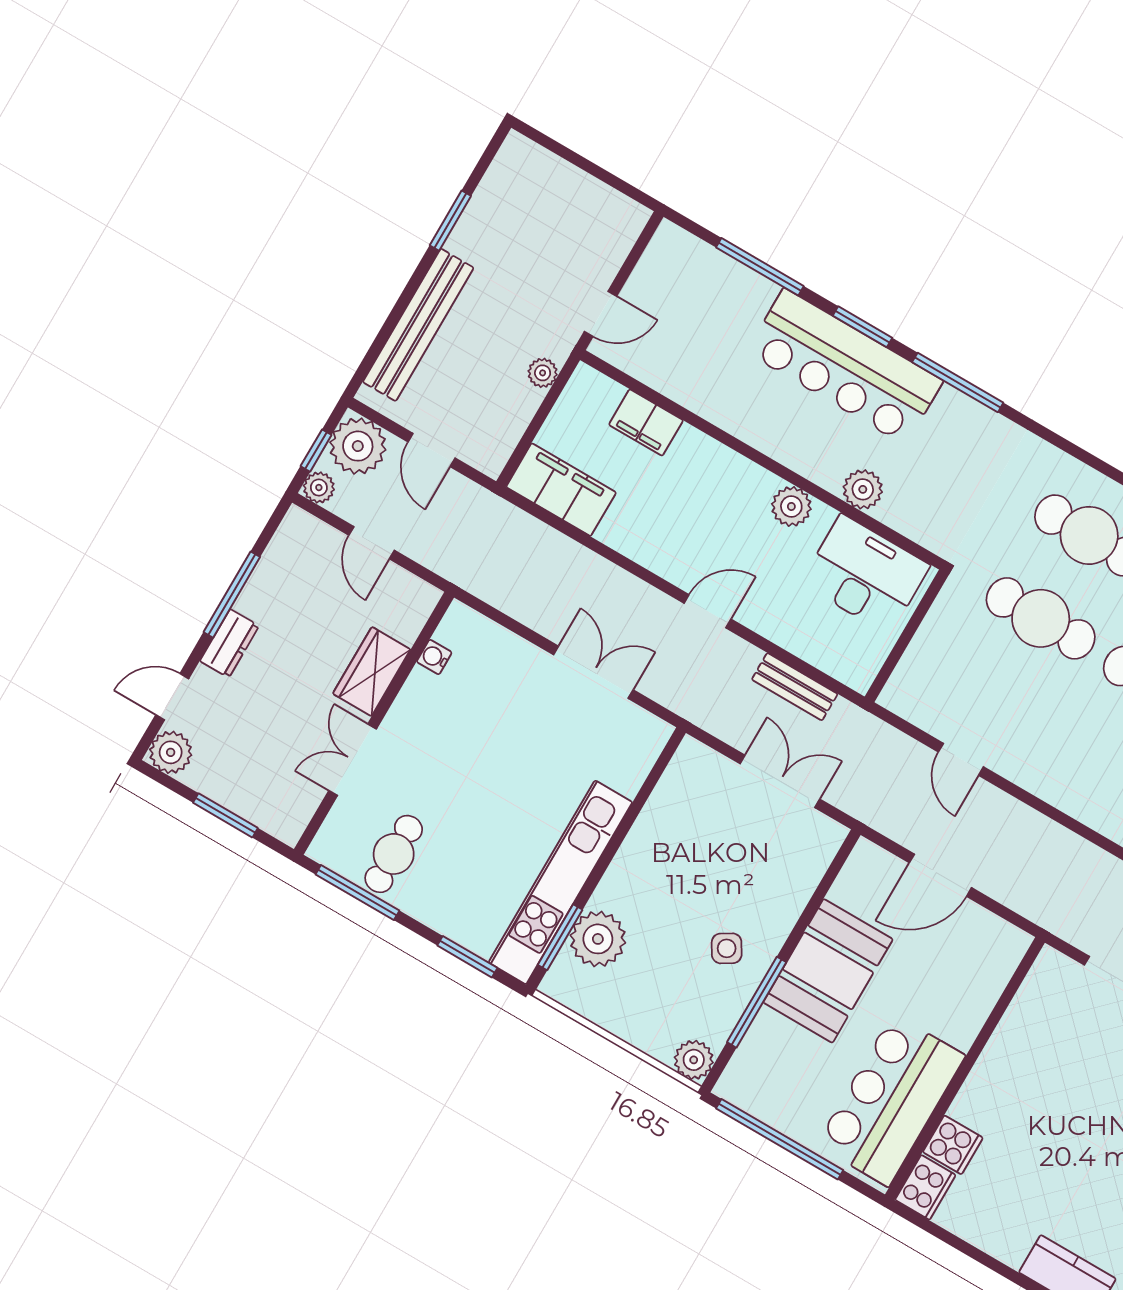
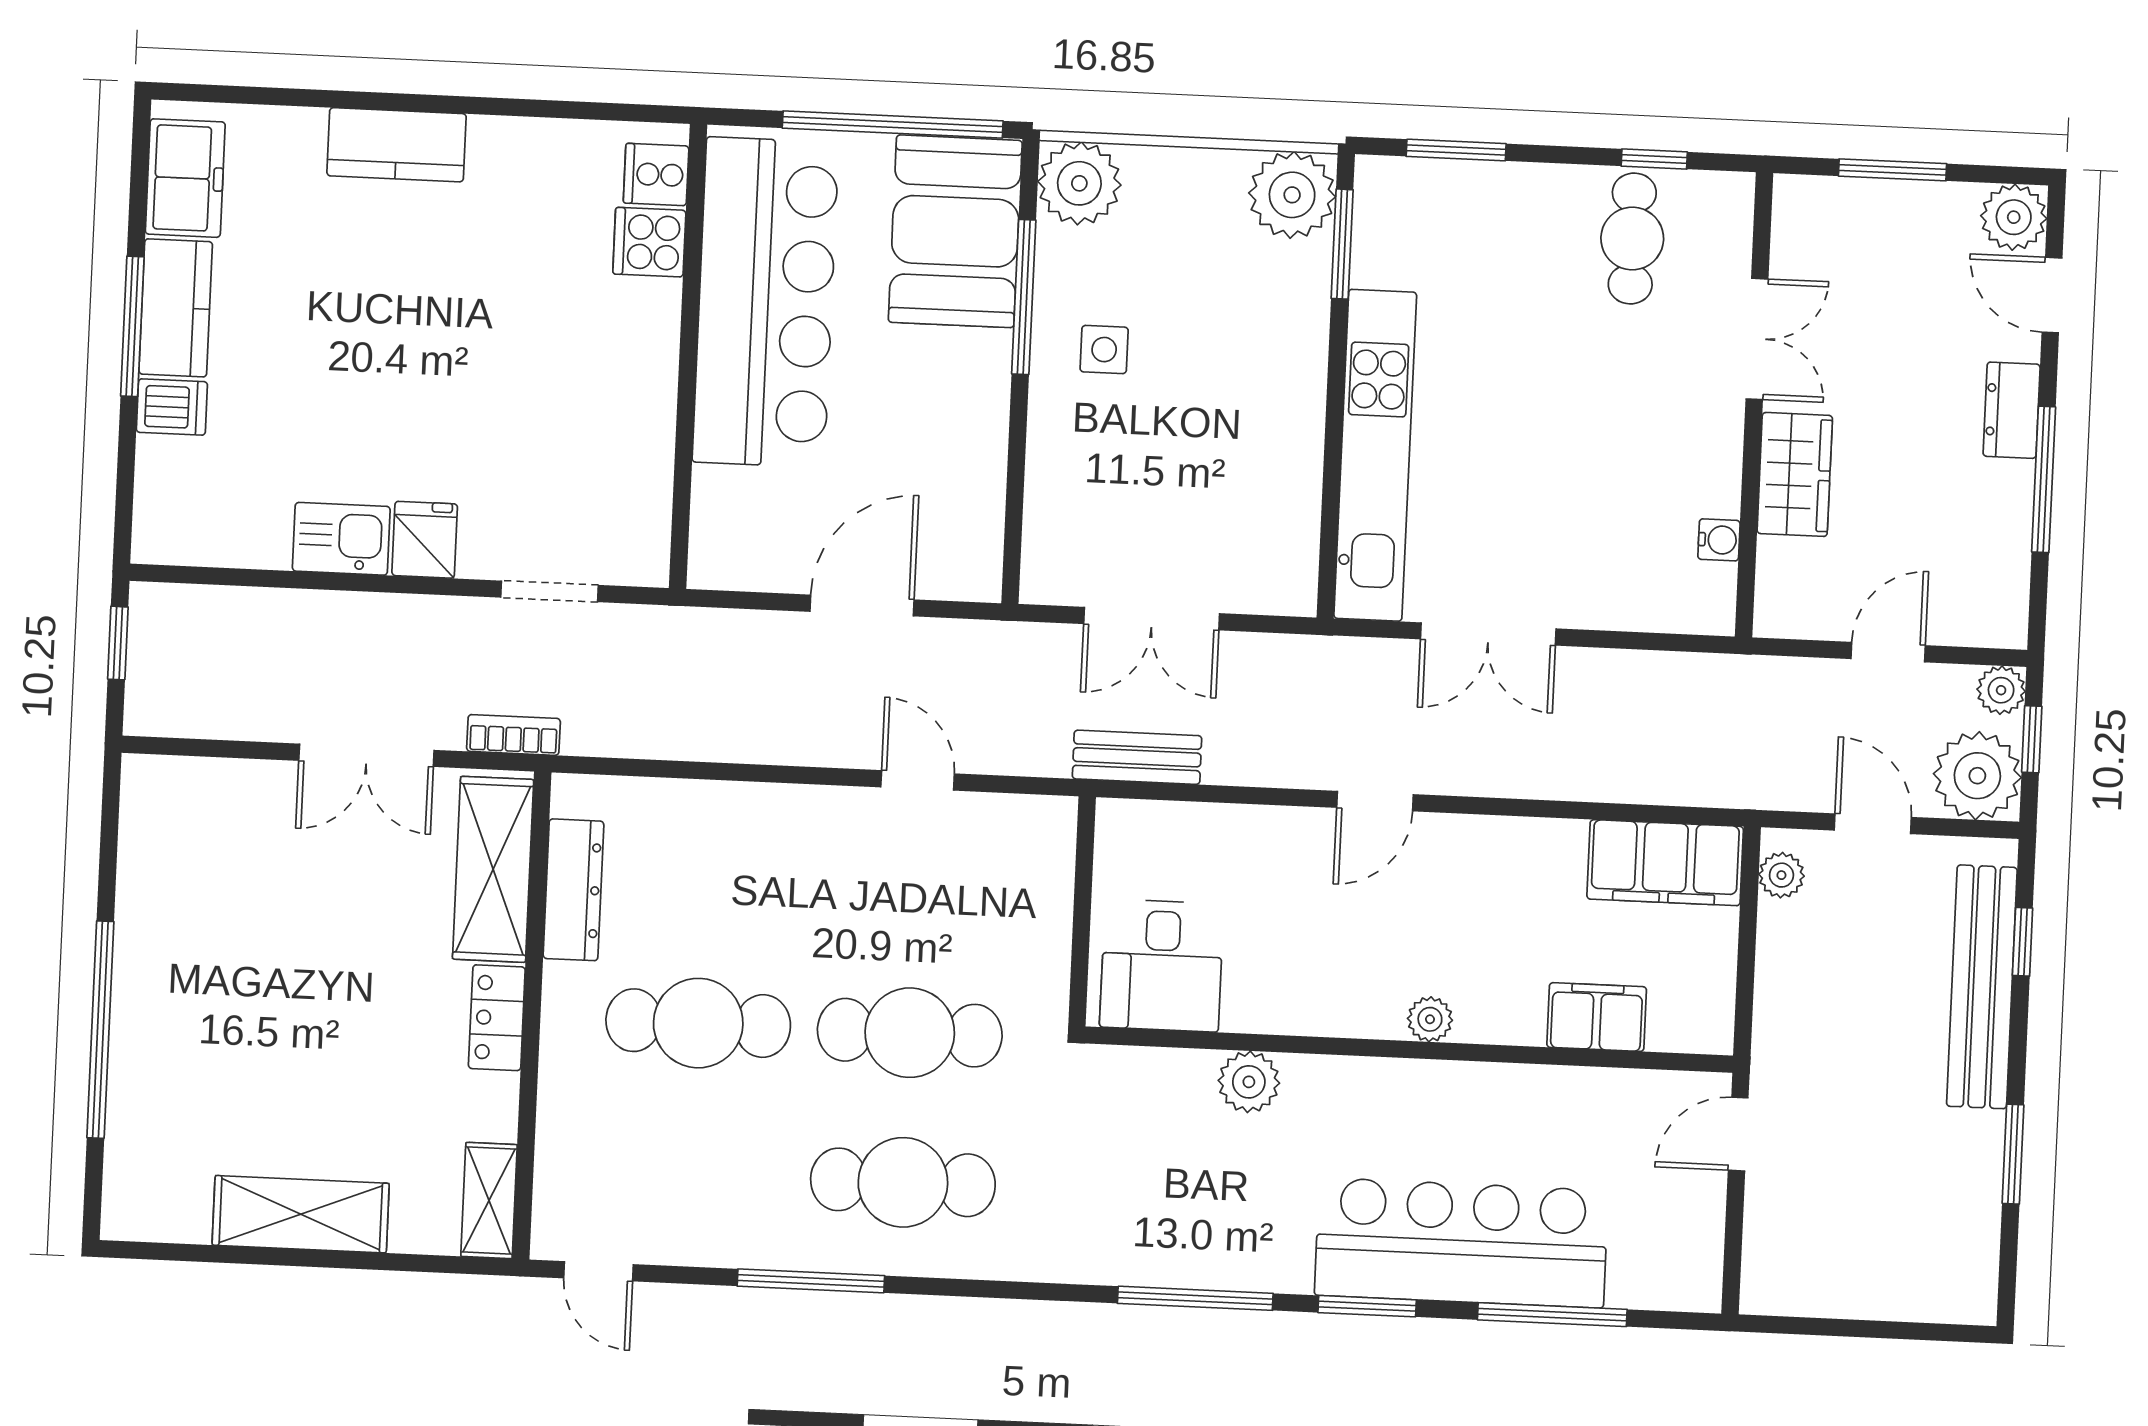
window: (382, 338) -> (2023, 942), added
bar counter: (845, 367) -> (1461, 1243), moved
plant: (543, 373) -> (1781, 875), moved
plant: (791, 506) -> (1430, 1019), moved, width x0.73, depth x0.73
door: (372, 543) -> (1888, 652), hinge flipped
desk: (865, 574) -> (1162, 965), width x0.73
bench: (795, 687) -> (1137, 757), moved
door: (172, 697) -> (2052, 295), swing flipped
kitchen unit: (560, 882) -> (1375, 455), moved
window: (357, 892) -> (1654, 159), width x0.46
plant: (598, 939) -> (1292, 195), moved
side table: (727, 948) -> (1104, 350), turned 31
booth: (828, 971) -> (955, 231), moved
plant: (694, 1060) -> (1079, 183), width x1.36, depth x1.36
bar counter: (891, 1100) -> (766, 302), width x1.36
cooker: (925, 1187) -> (656, 175), width x0.73

